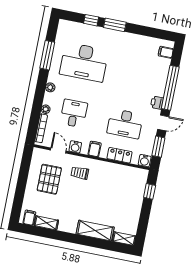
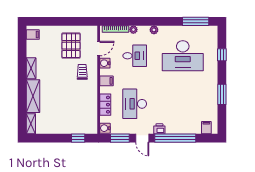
window: (115, 25) -> (222, 94), moved
window: (47, 55) -> (196, 21), moved
desk: (84, 62) -> (183, 56), turned -90
pallet: (49, 179) -> (71, 46), turned 90
shelving: (46, 223) -> (31, 68), moved

